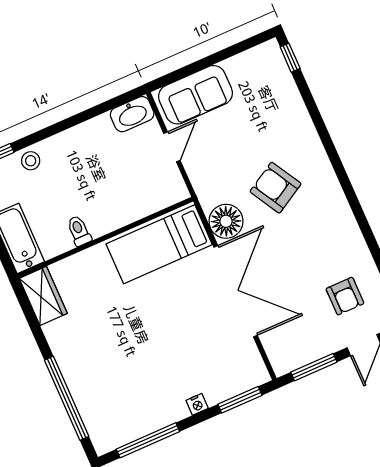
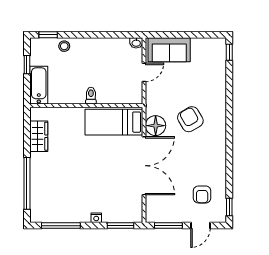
washbasin: (132, 114) -> (136, 43), width x0.52, depth x0.69
toilet: (79, 231) -> (91, 96), moved
wardrobe: (43, 296) -> (39, 136), moved

